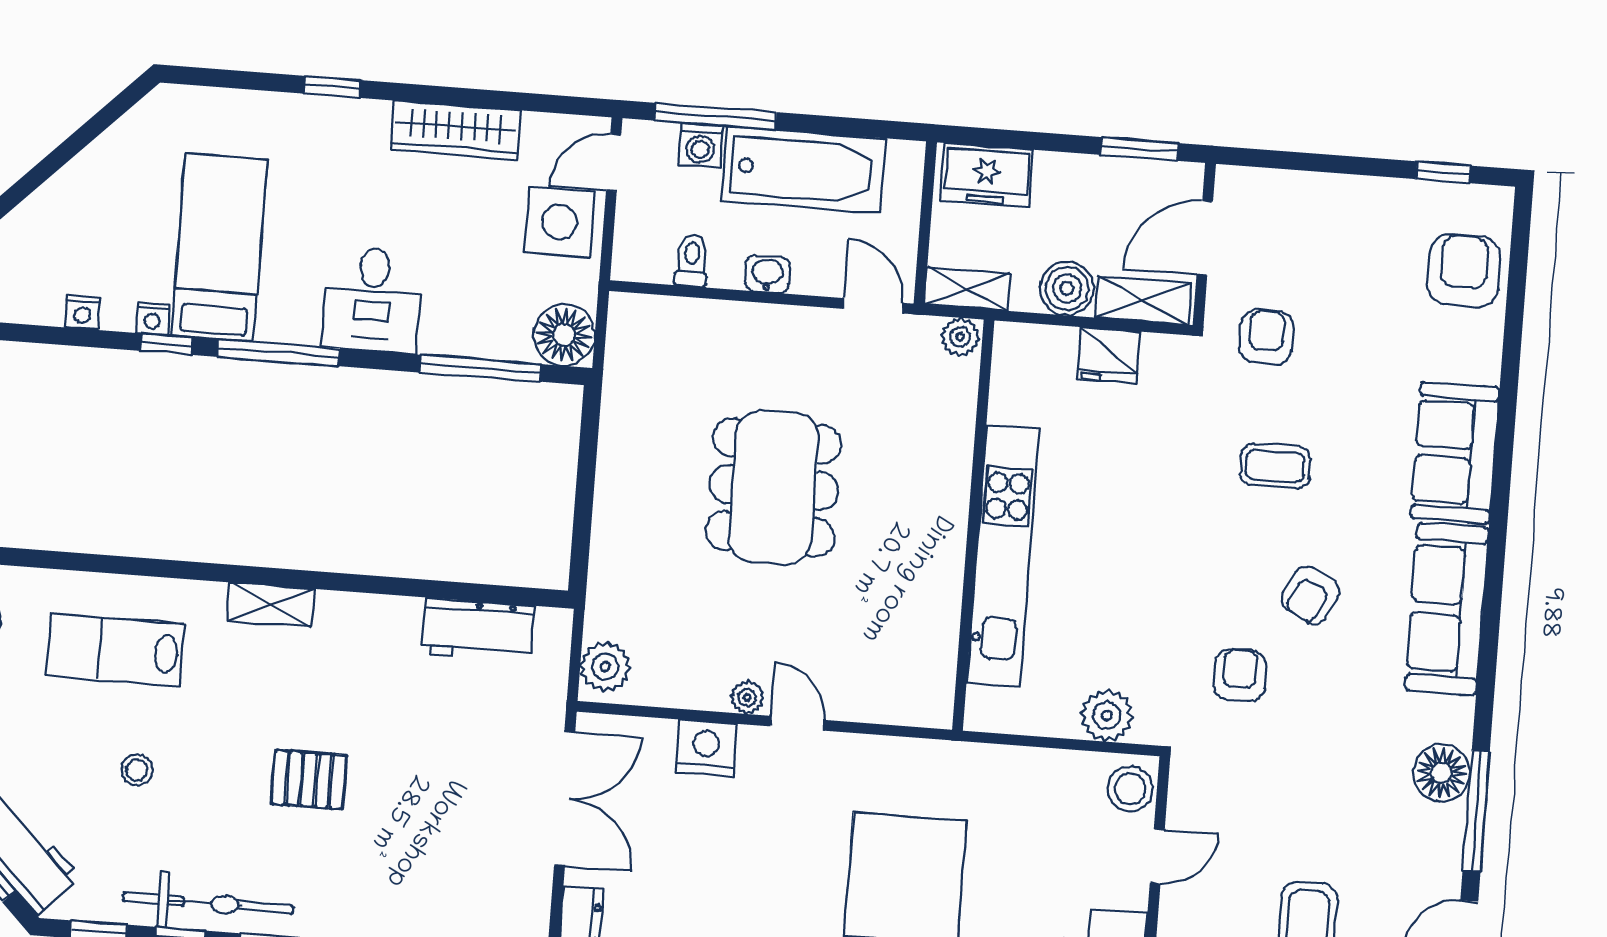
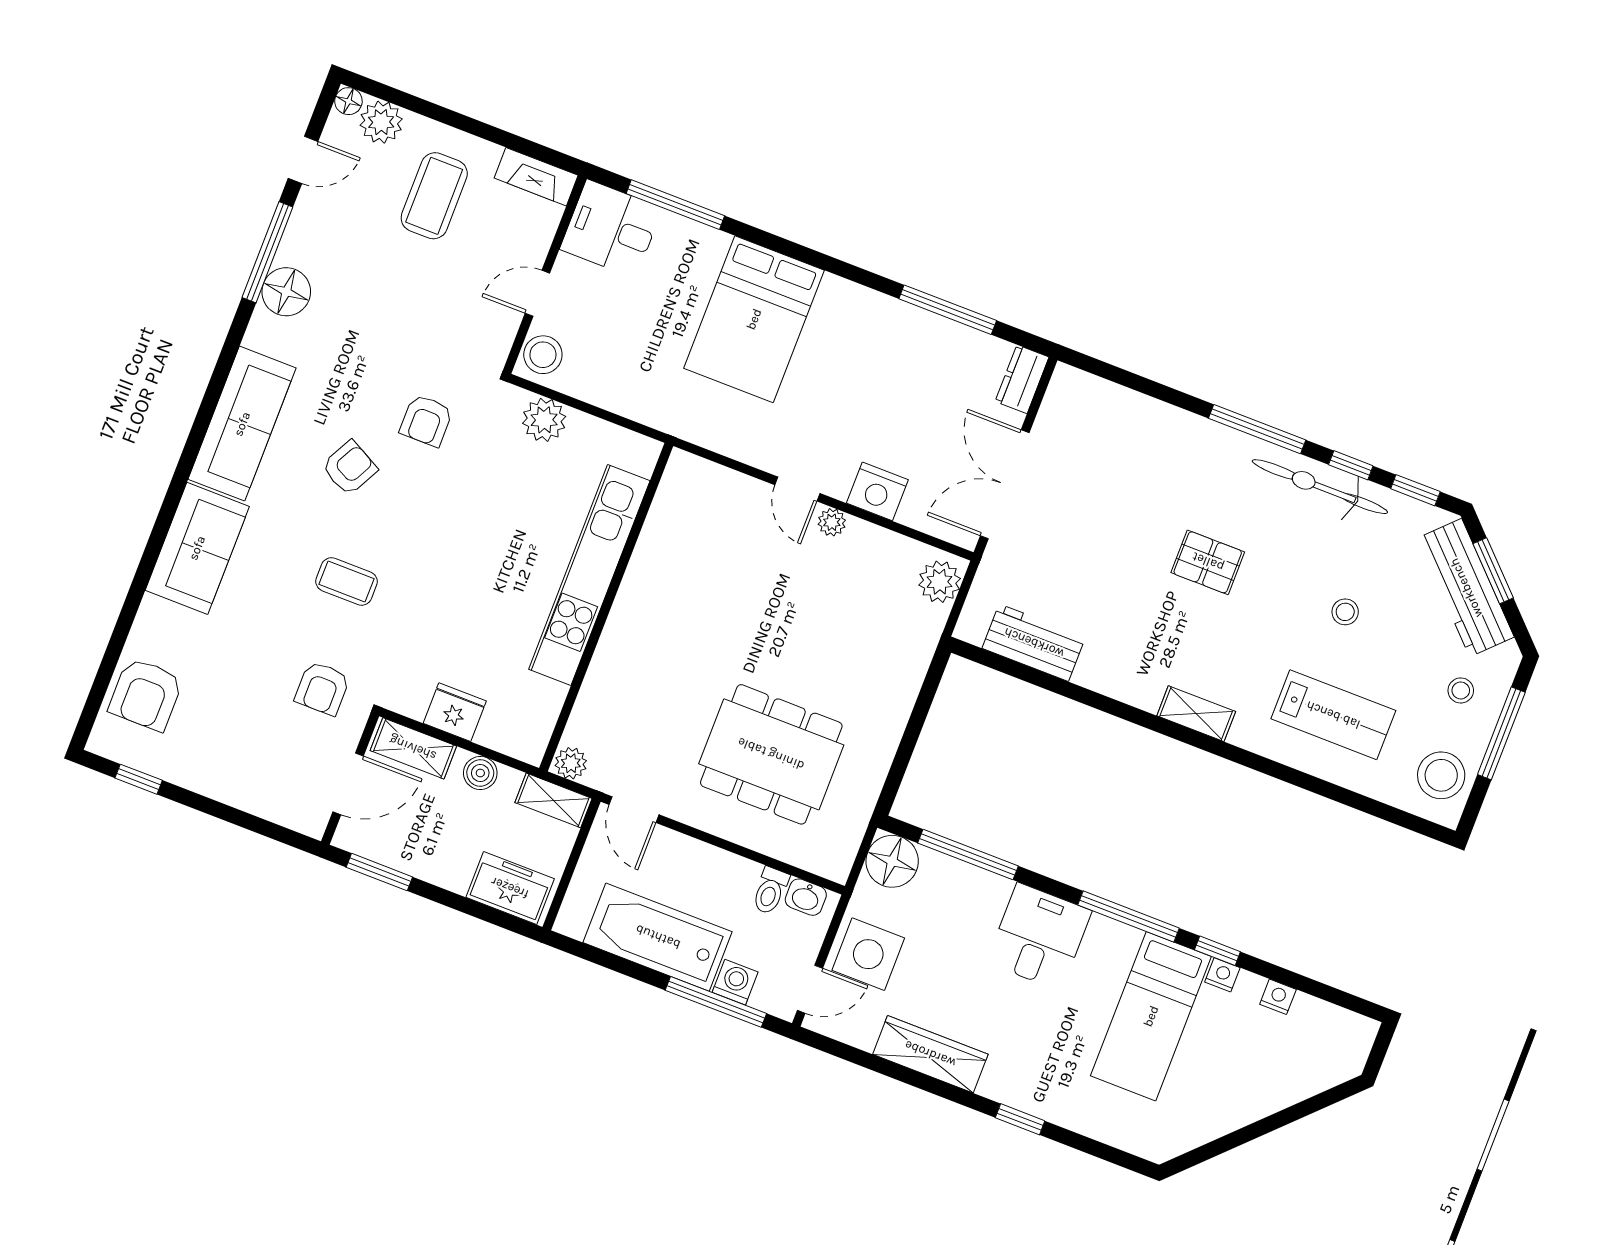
washbasin: (767, 274) -> (806, 897), moved
boiler: (1067, 288) -> (480, 773), width x0.73, depth x0.73
dining table: (774, 488) -> (771, 754), moved, turned 90

